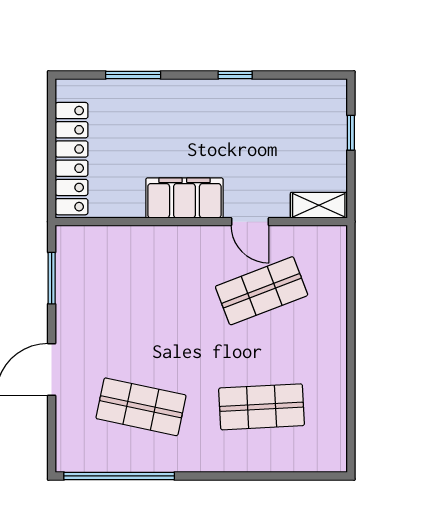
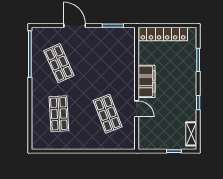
shelving: (319, 205) -> (191, 134), moved
door: (250, 222) -> (137, 109), swing flipped
shop shelf: (141, 407) -> (59, 63), turned -36

